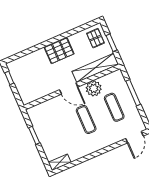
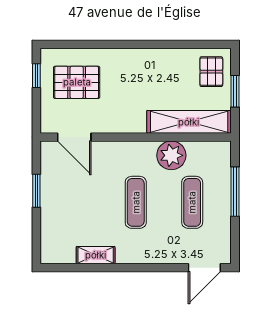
pallet: (59, 51) -> (77, 82), moved
door: (69, 88) -> (74, 137), moved
shelving: (60, 162) -> (96, 255), moved

